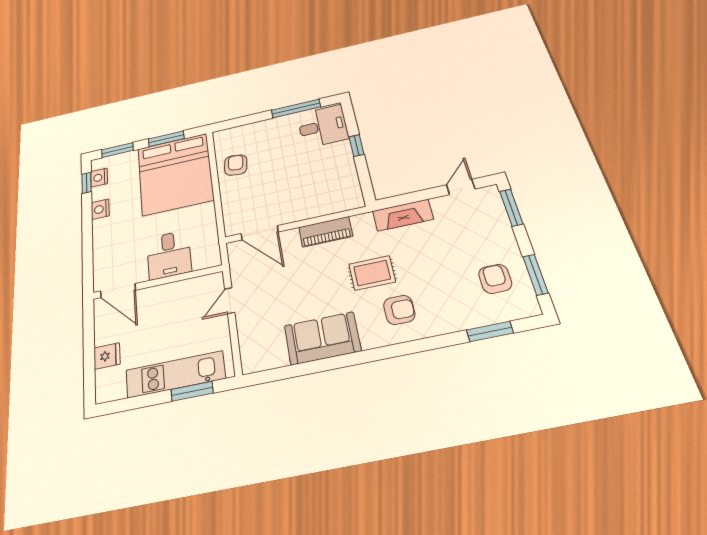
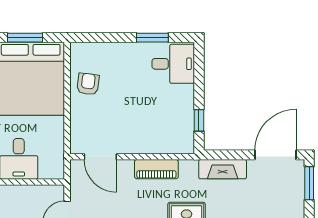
window: (296, 109) -> (152, 38), width x0.69
window: (357, 146) -> (199, 120), moved
door: (461, 187) -> (275, 155), width x1.87

